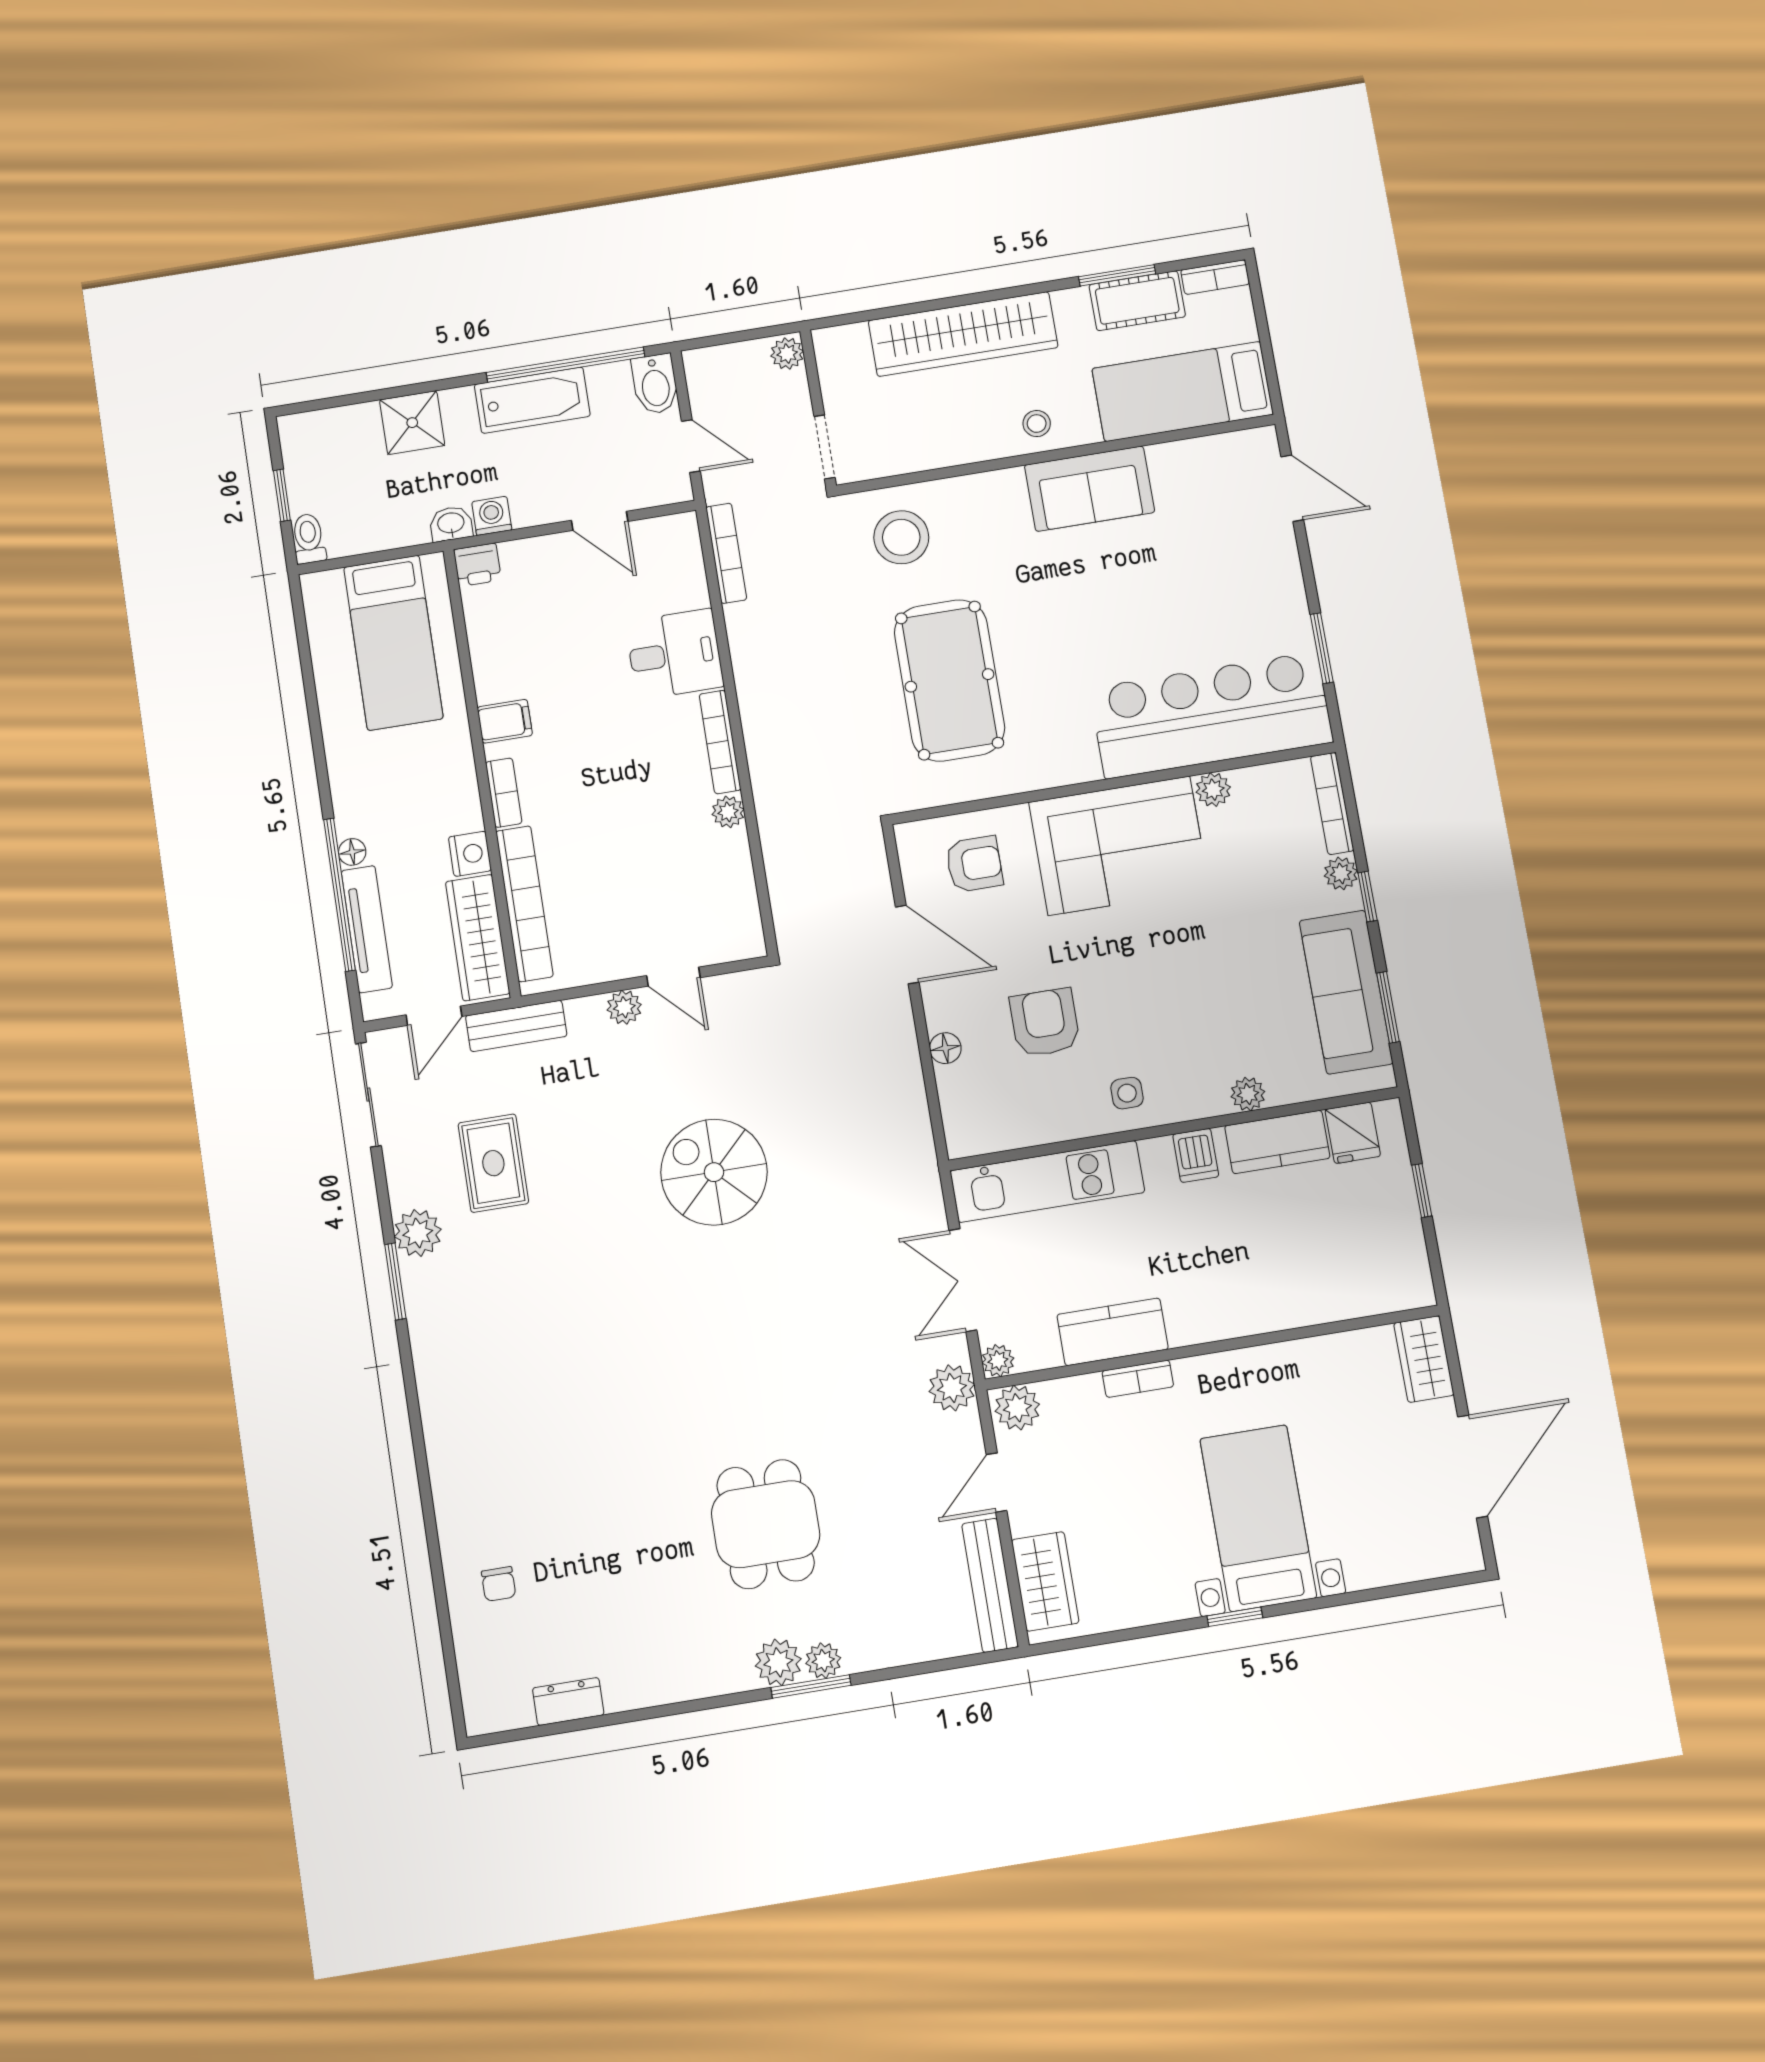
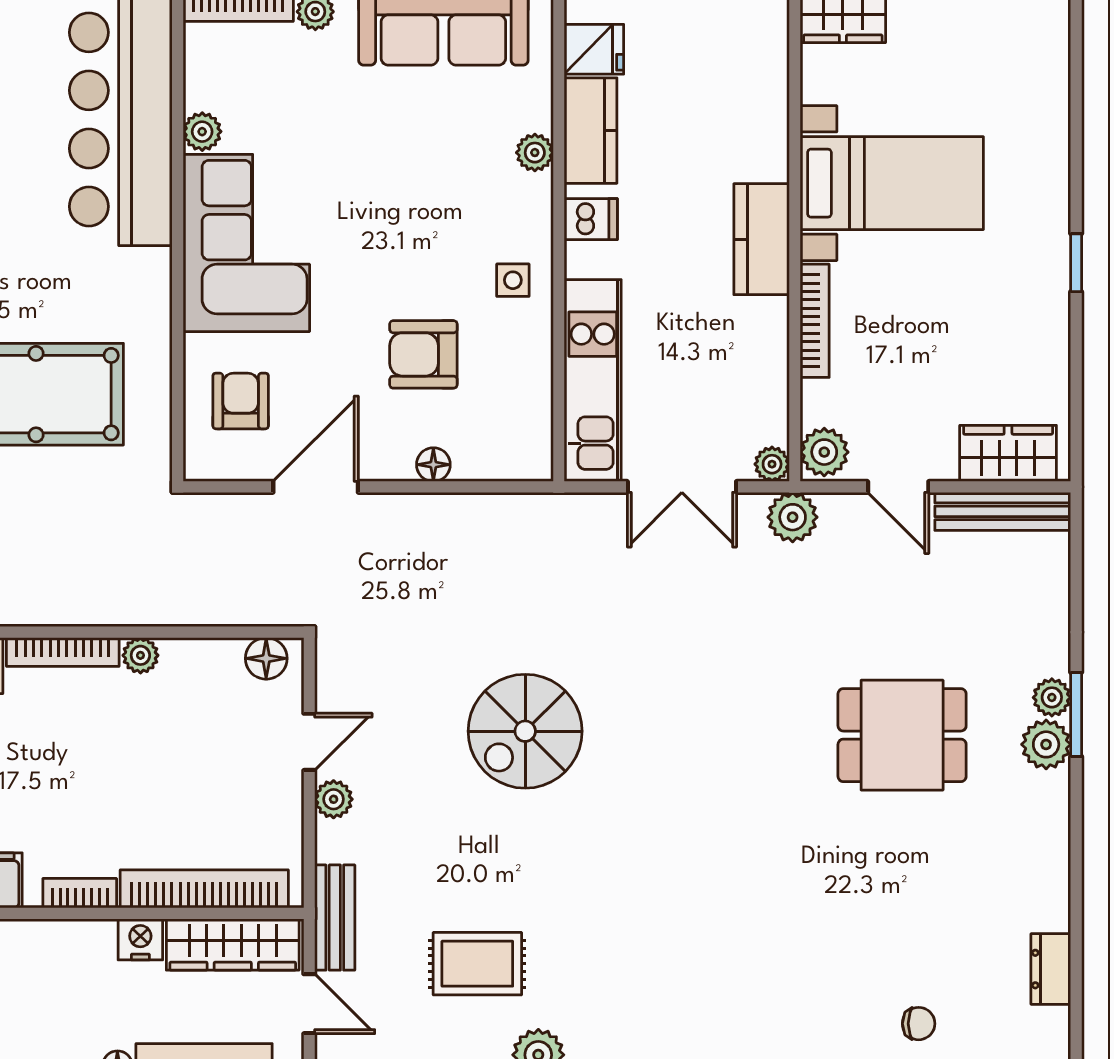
floor lamp: (743, 925) -> (266, 658), added
kitchen counter: (1113, 1332) -> (762, 239), moved
bookcase: (1138, 1379) -> (815, 321), width x1.56
bed with nightstands: (1258, 1518) -> (892, 183), moved, turned 180

